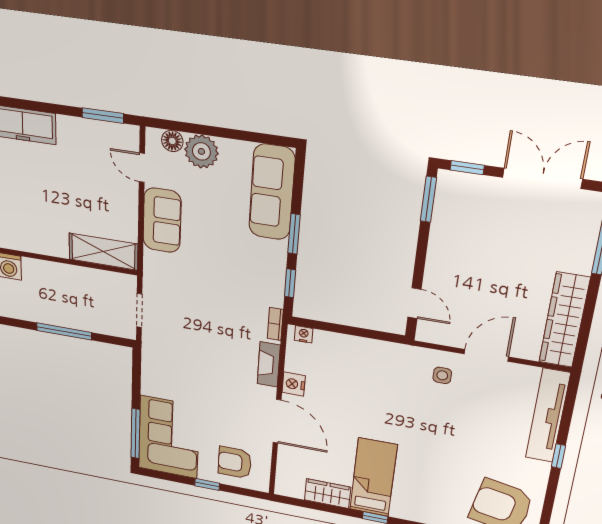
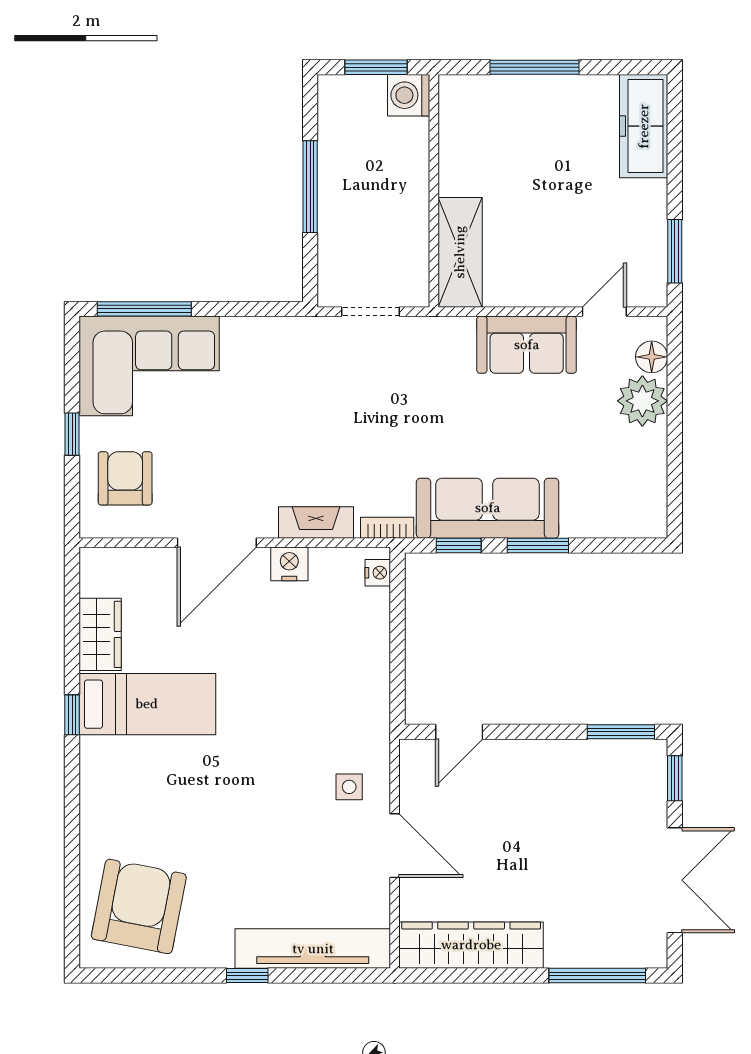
sofa: (272, 192) -> (488, 508), moved

